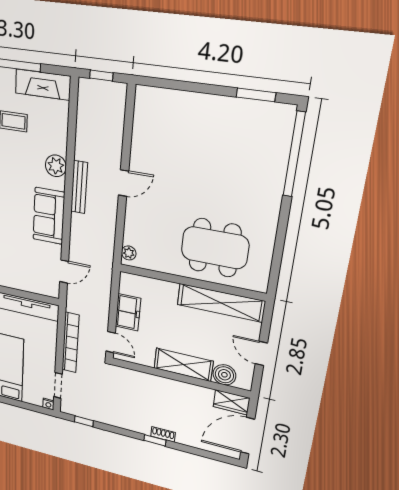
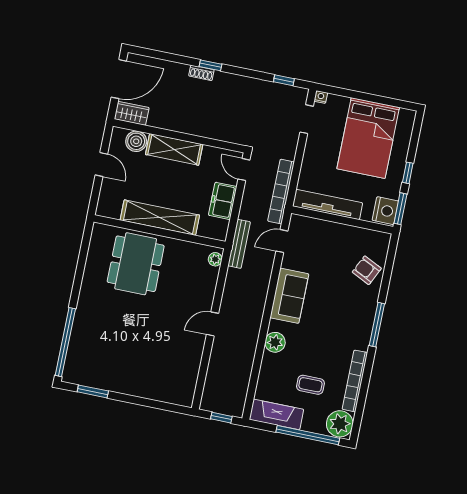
bench: (79, 187) -> (239, 244), moved
dining table: (215, 248) -> (136, 264), turned 90
shelving: (221, 303) -> (160, 218), moved
bookcase: (70, 343) -> (281, 192), moved

